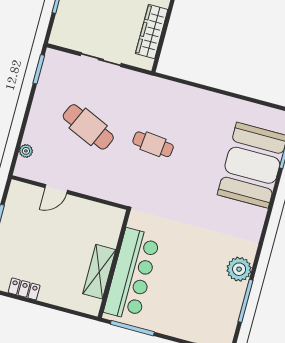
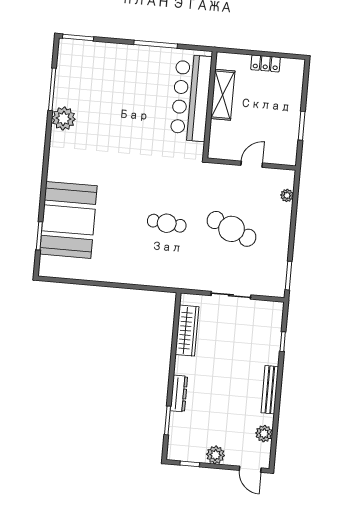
wall: (114, 264) -> (210, 105), moved
shelving: (99, 272) -> (223, 95), moved
bar counter: (132, 274) -> (191, 98), moved

